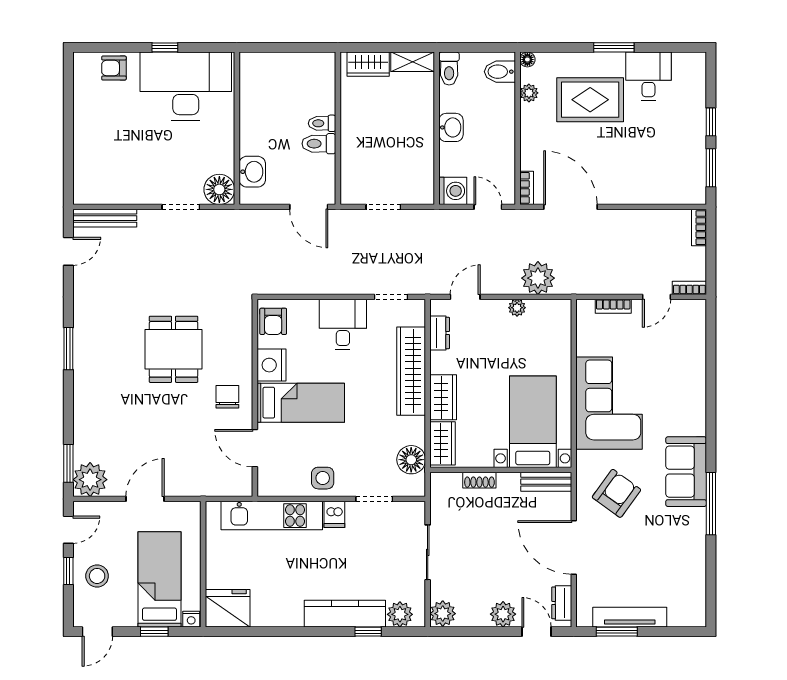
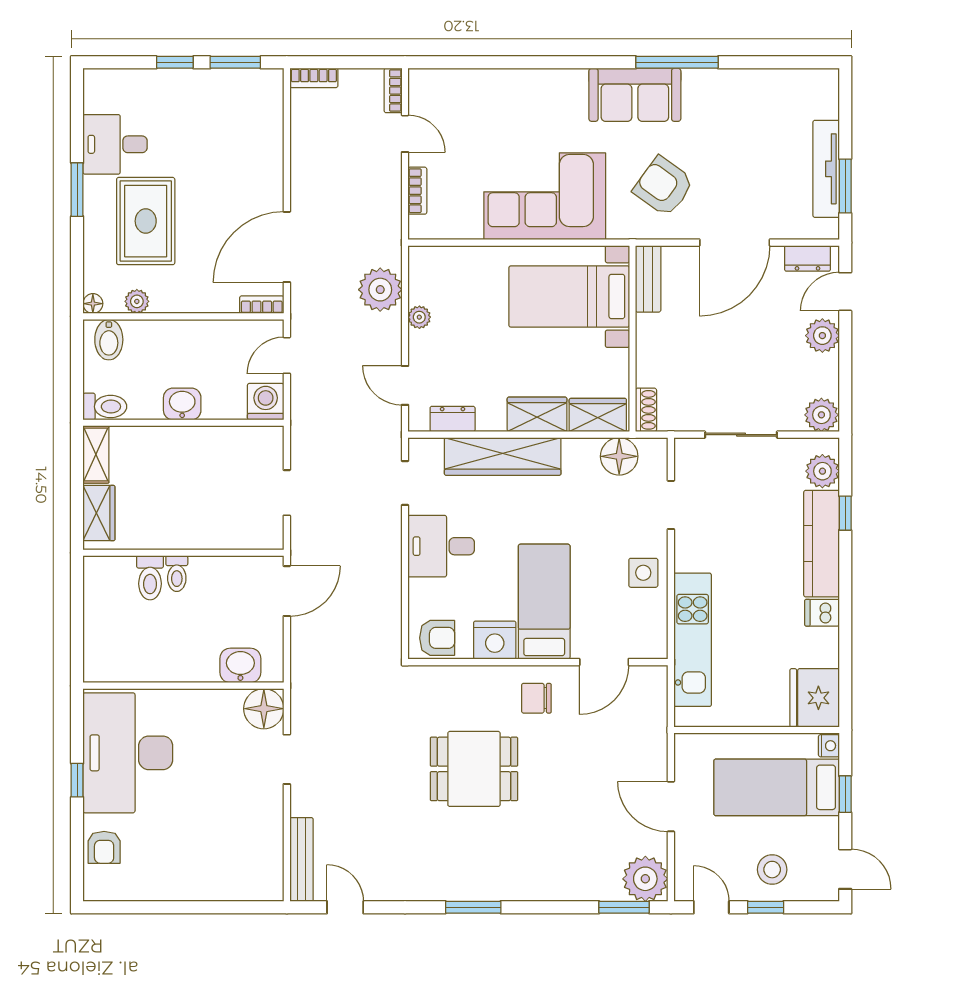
toilet: (319, 144) -> (150, 578), moved
shoe rack: (479, 480) -> (646, 410), moved
dishwasher: (334, 514) -> (822, 613), moved, turned 180

